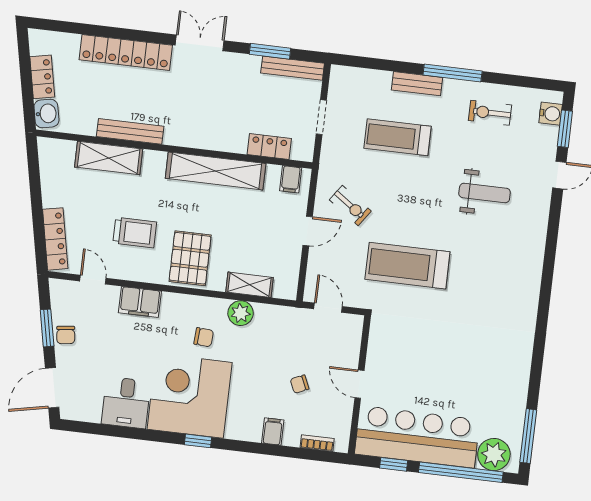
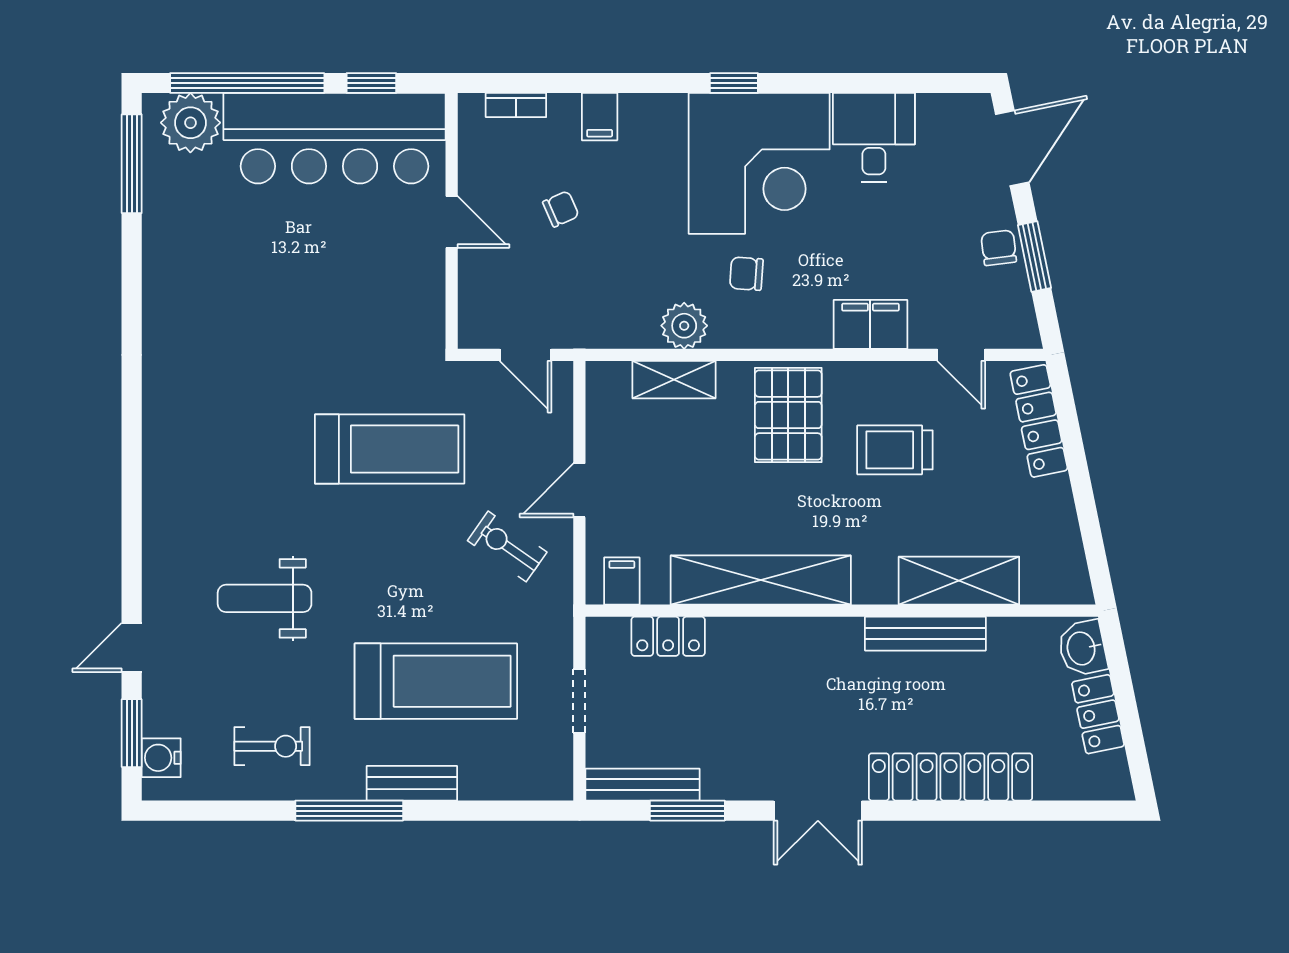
treadmill: (397, 137) -> (436, 681), width x1.37, depth x1.37

